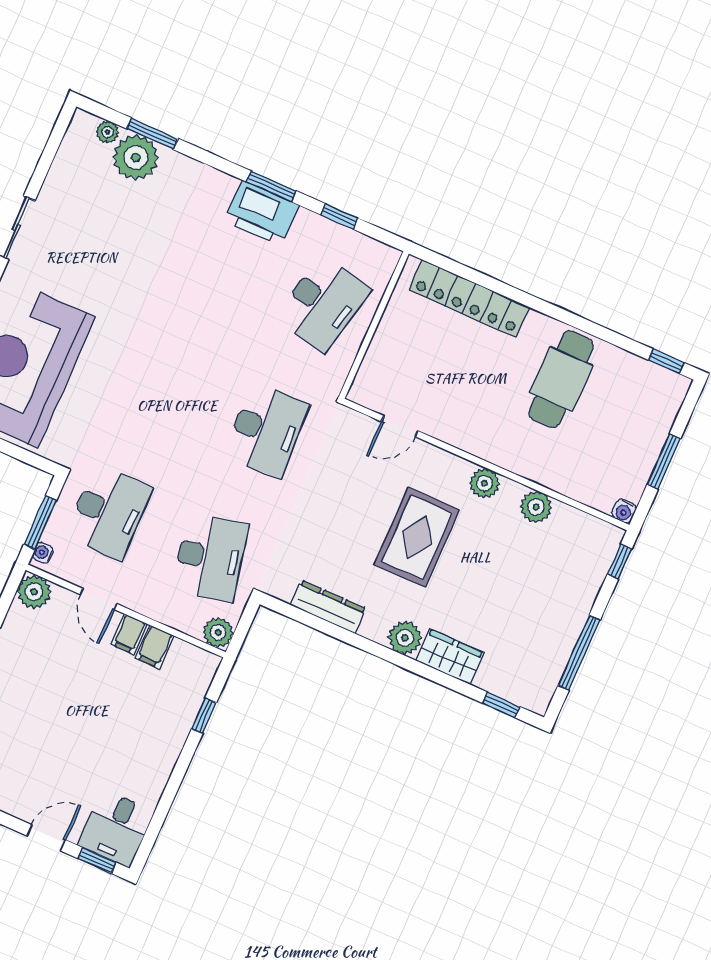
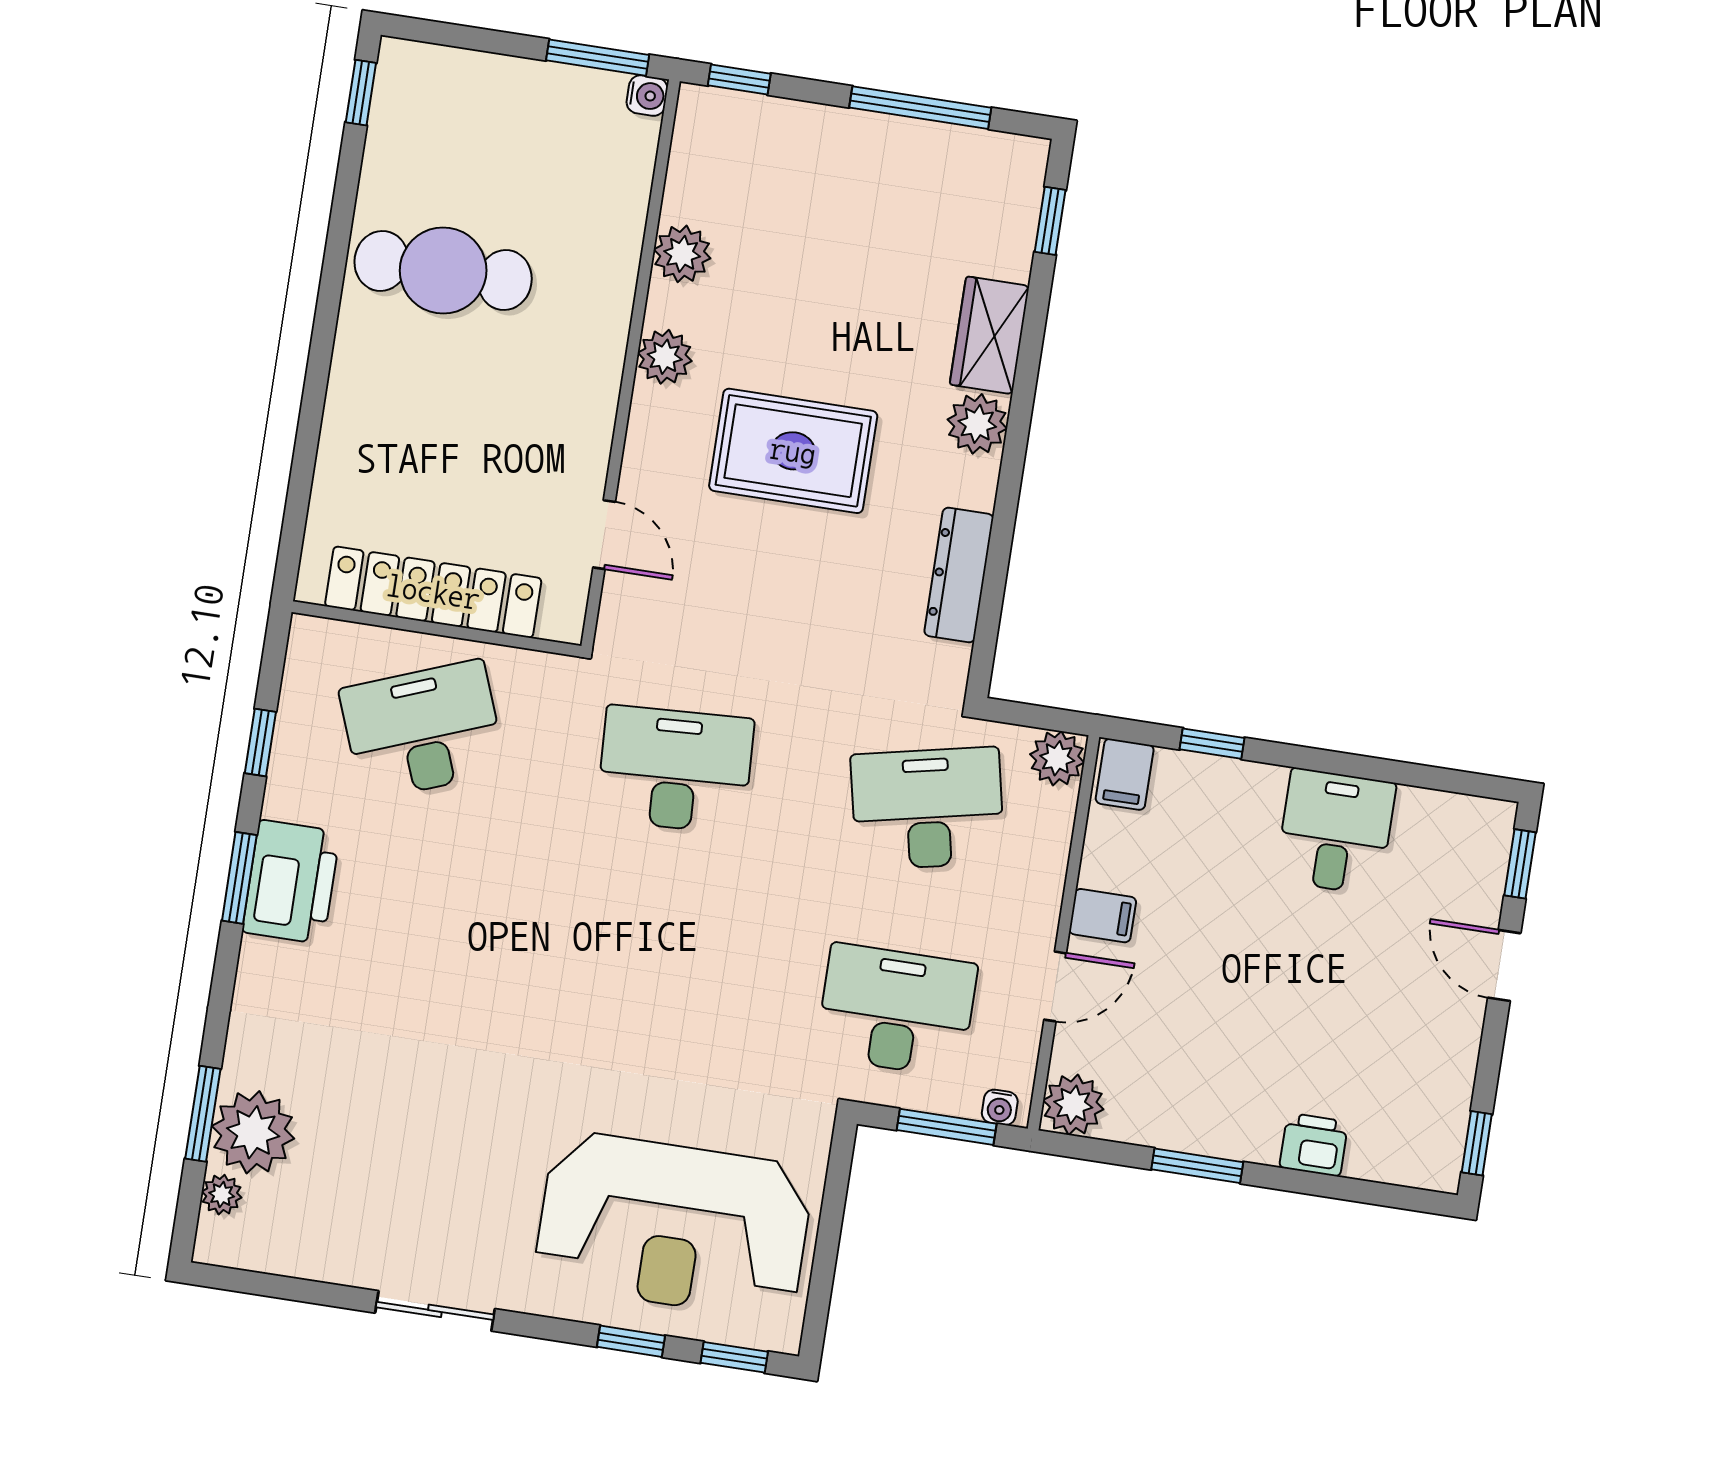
locker: (469, 298) -> (433, 592), moved, turned -90
desk: (323, 303) -> (423, 730), turned -33
window: (664, 462) -> (598, 58), moved
filing cabinet: (155, 647) -> (1125, 774), moved, turned 90
desk: (116, 828) -> (1336, 832), moved, turned -90

